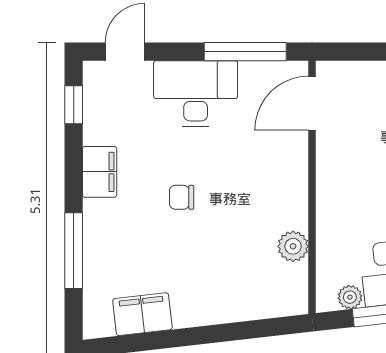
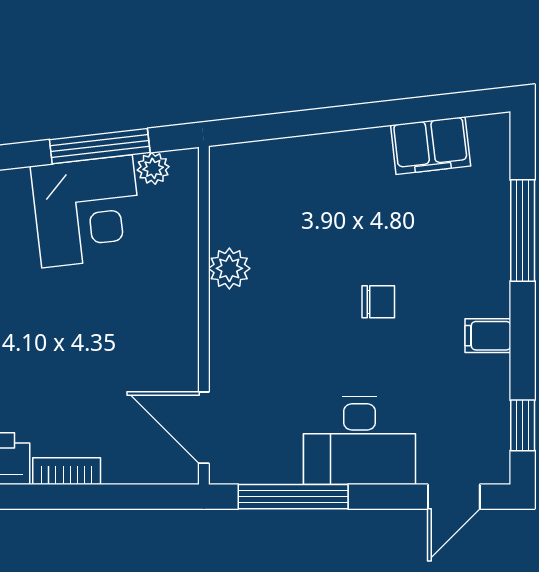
door: (312, 103) -> (204, 428), swing flipped
filing cabinet: (100, 172) -> (488, 336), width x0.50
plant: (293, 246) -> (229, 268), moved

